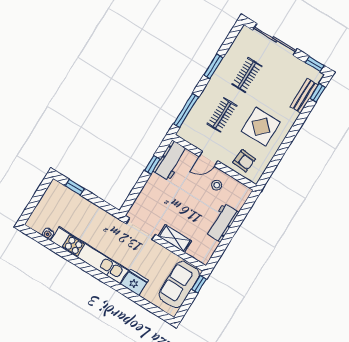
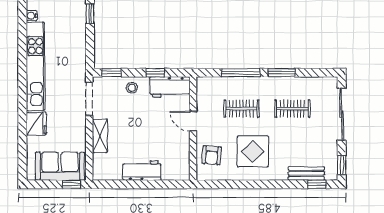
window: (186, 111) -> (241, 73), moved
stool: (217, 185) -> (132, 88), moved
window: (131, 199) -> (111, 73), added

